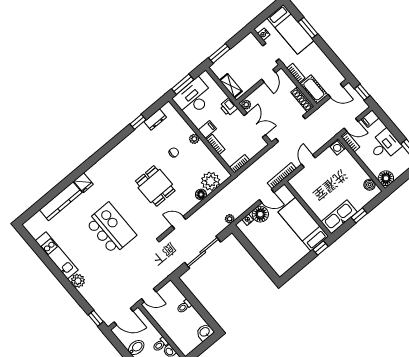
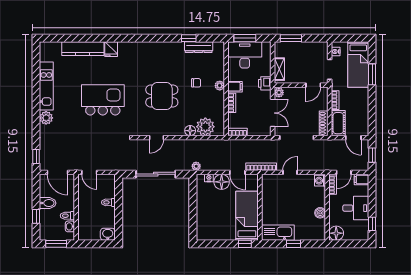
dresser: (155, 120) -> (199, 47), width x1.44
door: (351, 125) -> (344, 172), hinge flipped
boiler: (370, 185) -> (320, 213), moved
dining table: (155, 186) -> (162, 96), turned 90
door: (179, 223) -> (156, 138), swing flipped
kitchen island: (111, 229) -> (103, 100), turned -90

